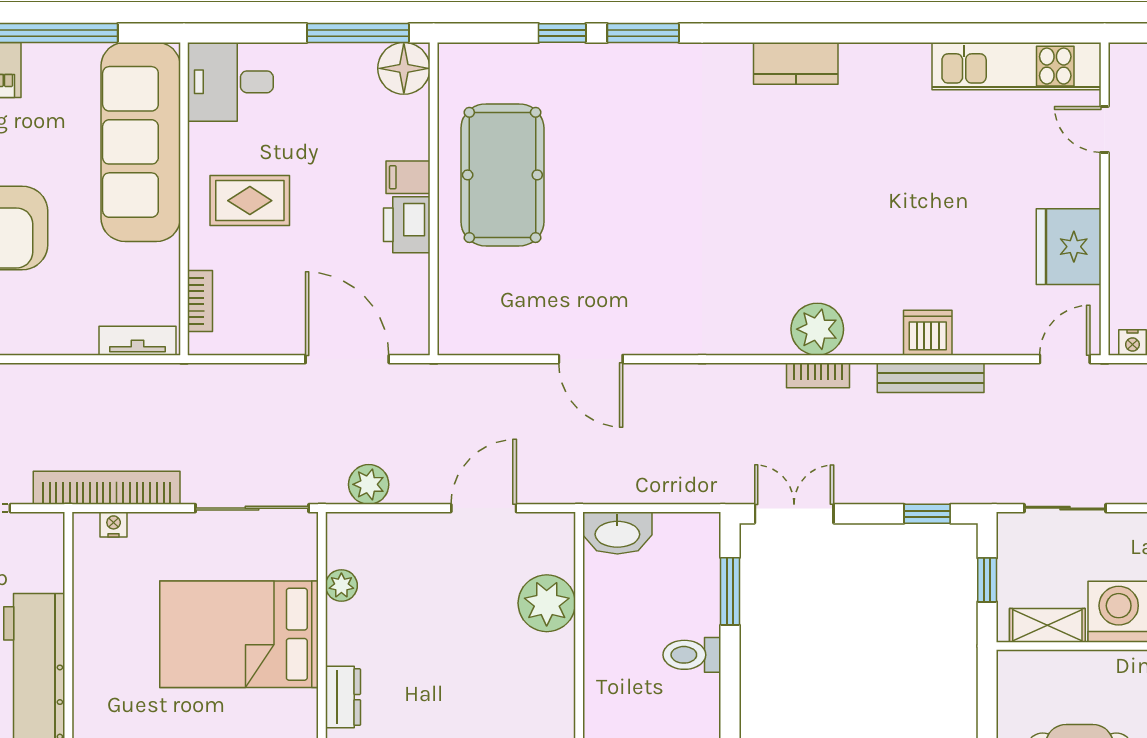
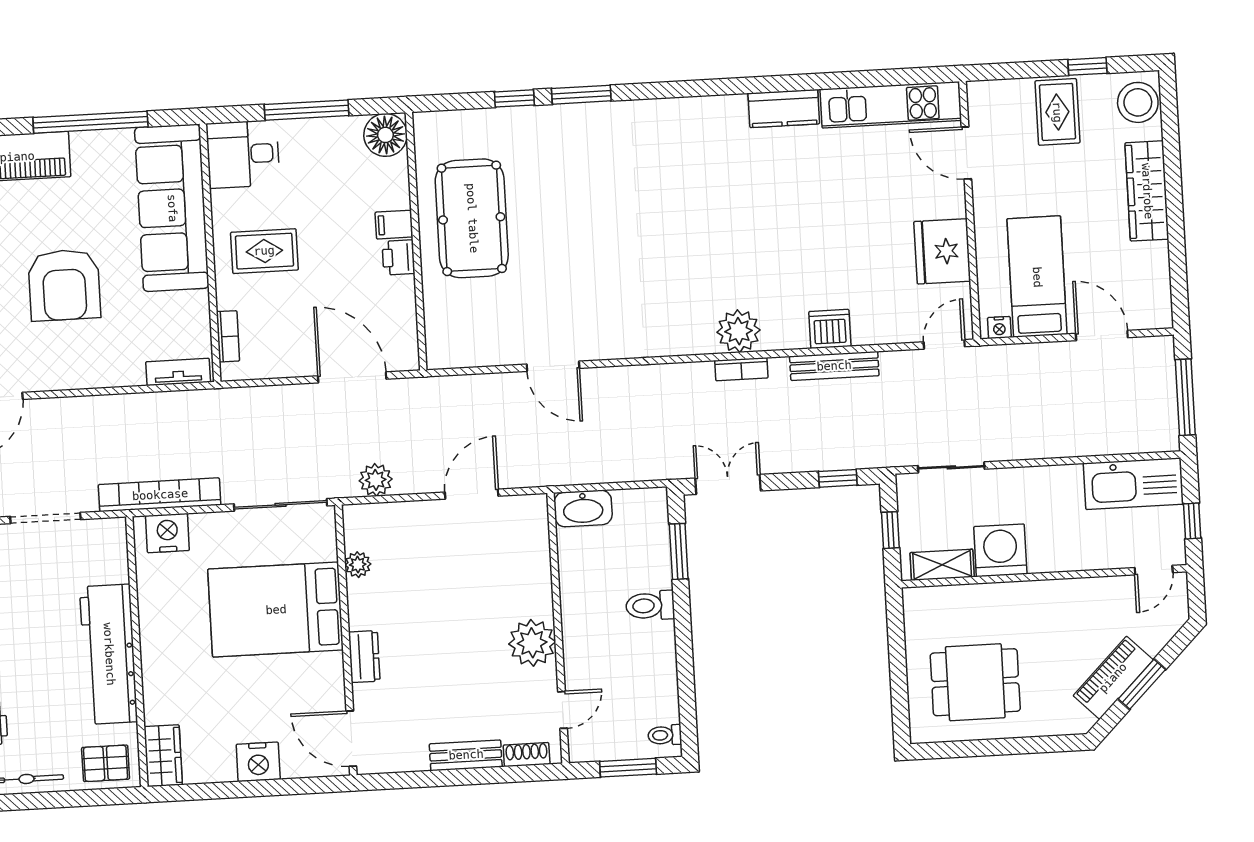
window: (358, 33) -> (307, 110), moved
kitchen counter: (796, 63) -> (784, 109), moved
door: (1105, 129) -> (966, 153), width x1.38
printer: (407, 225) -> (398, 257), width x0.73, depth x0.81
nightstand: (114, 525) -> (167, 533), width x1.89, depth x1.79
plant: (547, 603) -> (532, 643), moved

